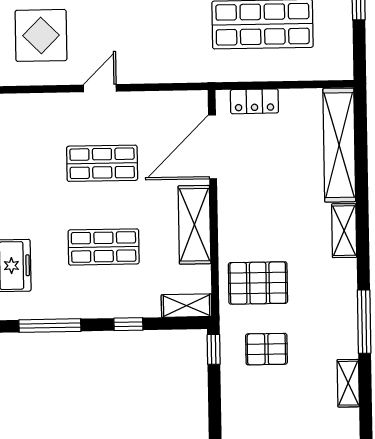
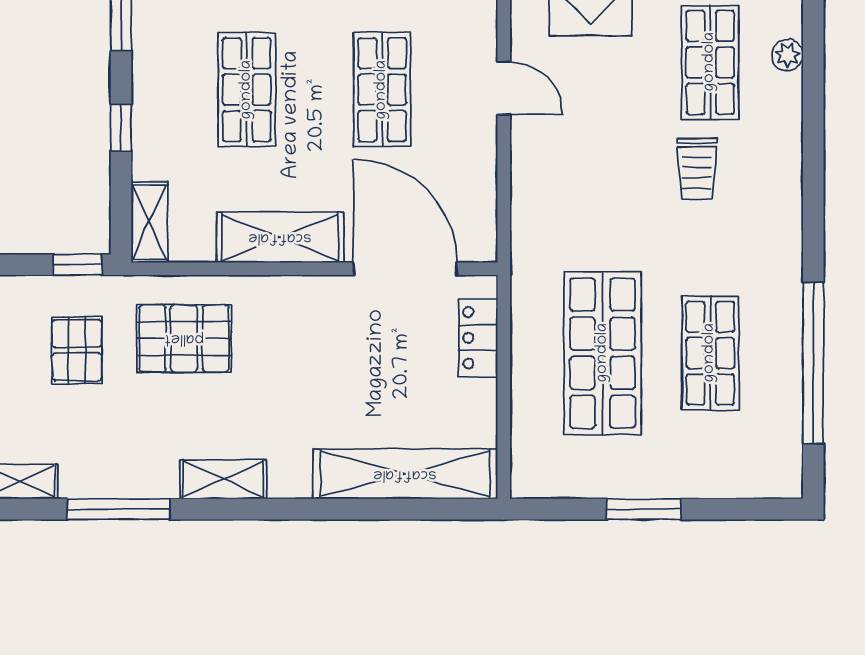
shelving: (344, 231) -> (223, 479), moved
pallet: (258, 283) -> (184, 338), turned 90

